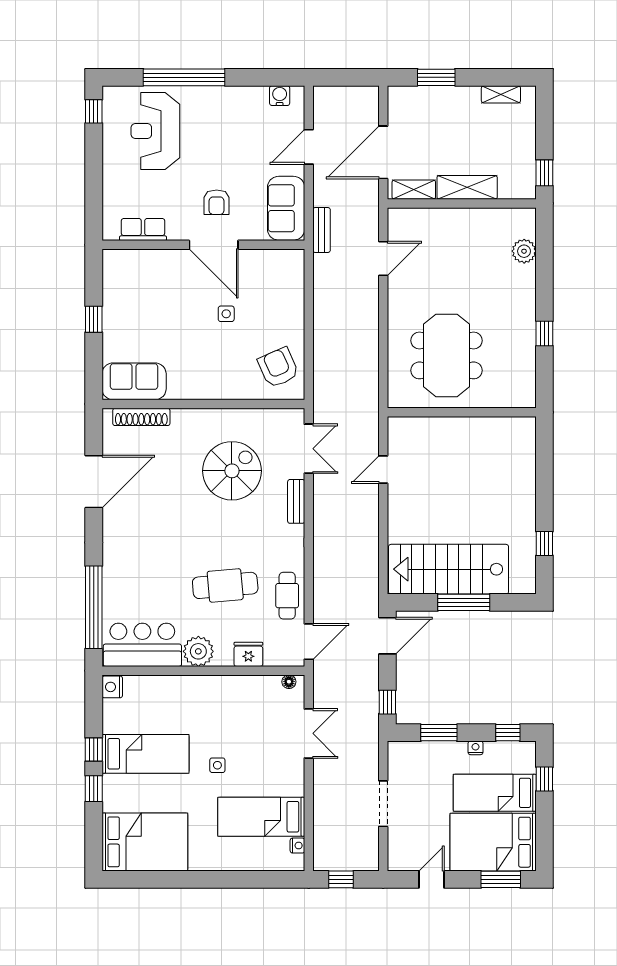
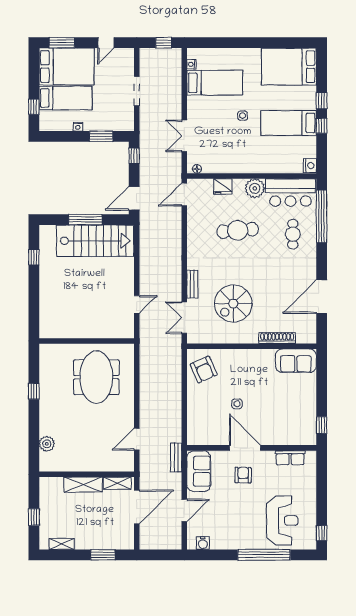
window: (544, 173) -> (34, 517), moved
window: (94, 319) -> (322, 425), moved
shoe rack: (141, 417) -> (277, 338), moved
cafe table: (287, 596) -> (293, 234), moved
window: (508, 733) -> (57, 136), removed

